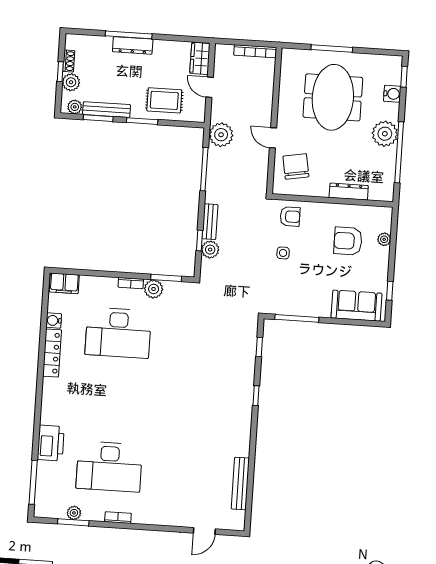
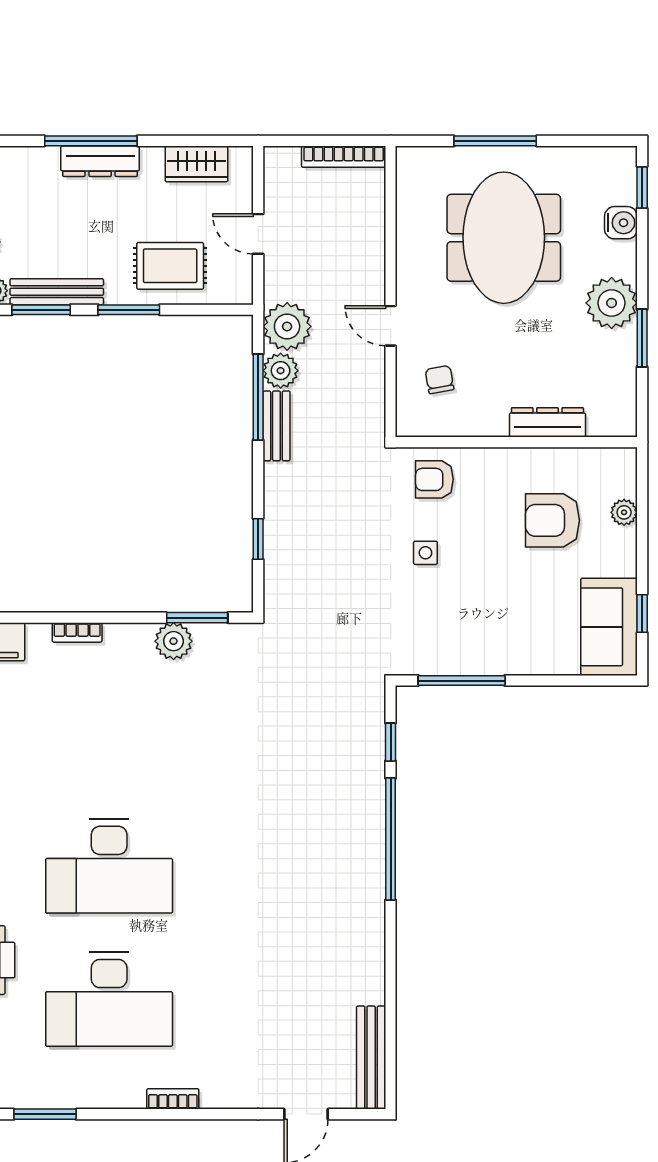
wardrobe: (200, 58) -> (197, 164), moved, turned -90
window: (399, 152) -> (642, 338), width x0.47
chair: (296, 166) -> (440, 380), width x0.54, depth x0.54
armchair: (290, 216) -> (434, 479), turned 180
bench: (210, 222) -> (276, 426), moved
plant: (210, 250) -> (281, 371), moved
bookcase: (131, 283) -> (77, 632), moved
sofa: (357, 306) -> (609, 627), moved, turned -90
desk: (118, 333) -> (109, 866), moved
window: (256, 396) -> (391, 839), width x3.17
bench: (240, 484) -> (371, 1058), moved
plant: (74, 513) -> (45, 1095), removed
bookcase: (118, 518) -> (173, 1099), moved

